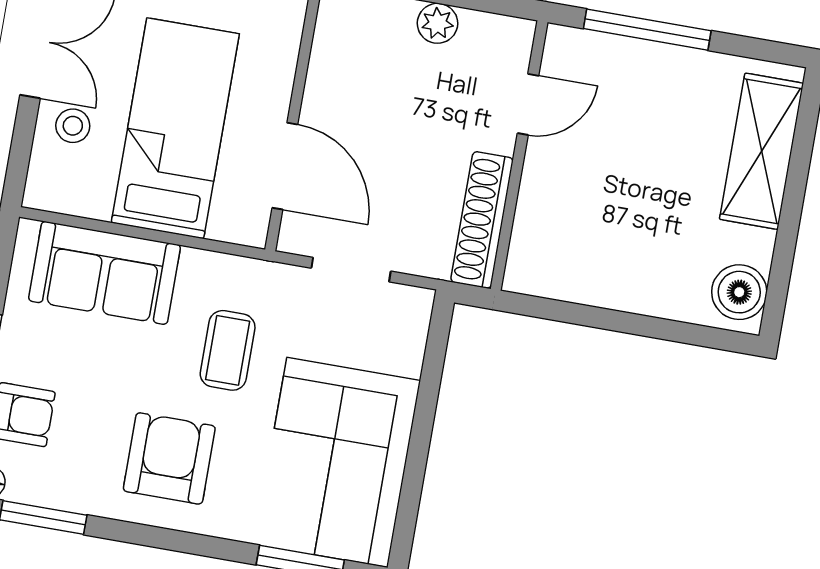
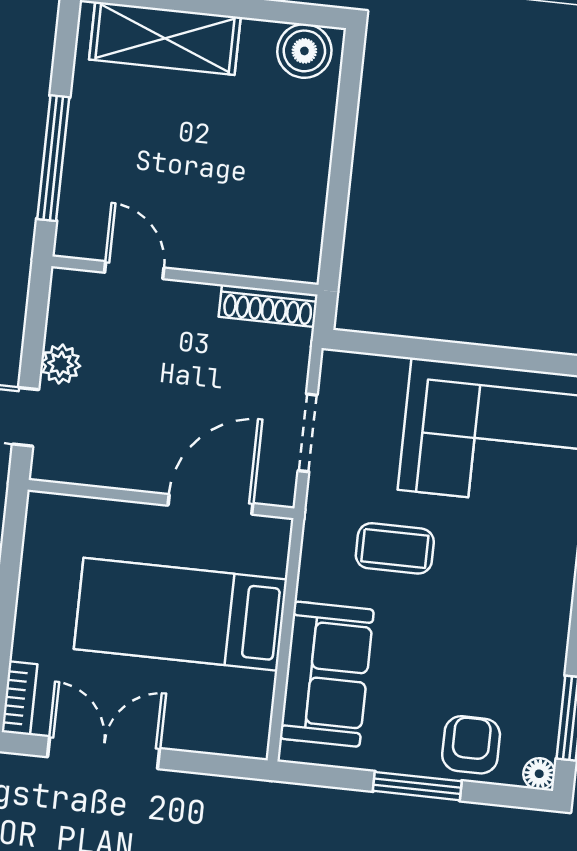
stool: (73, 126) -> (185, 715), removed
shoe rack: (482, 220) -> (268, 306), width x0.74, depth x0.81
armchair: (169, 458) -> (504, 599), removed

